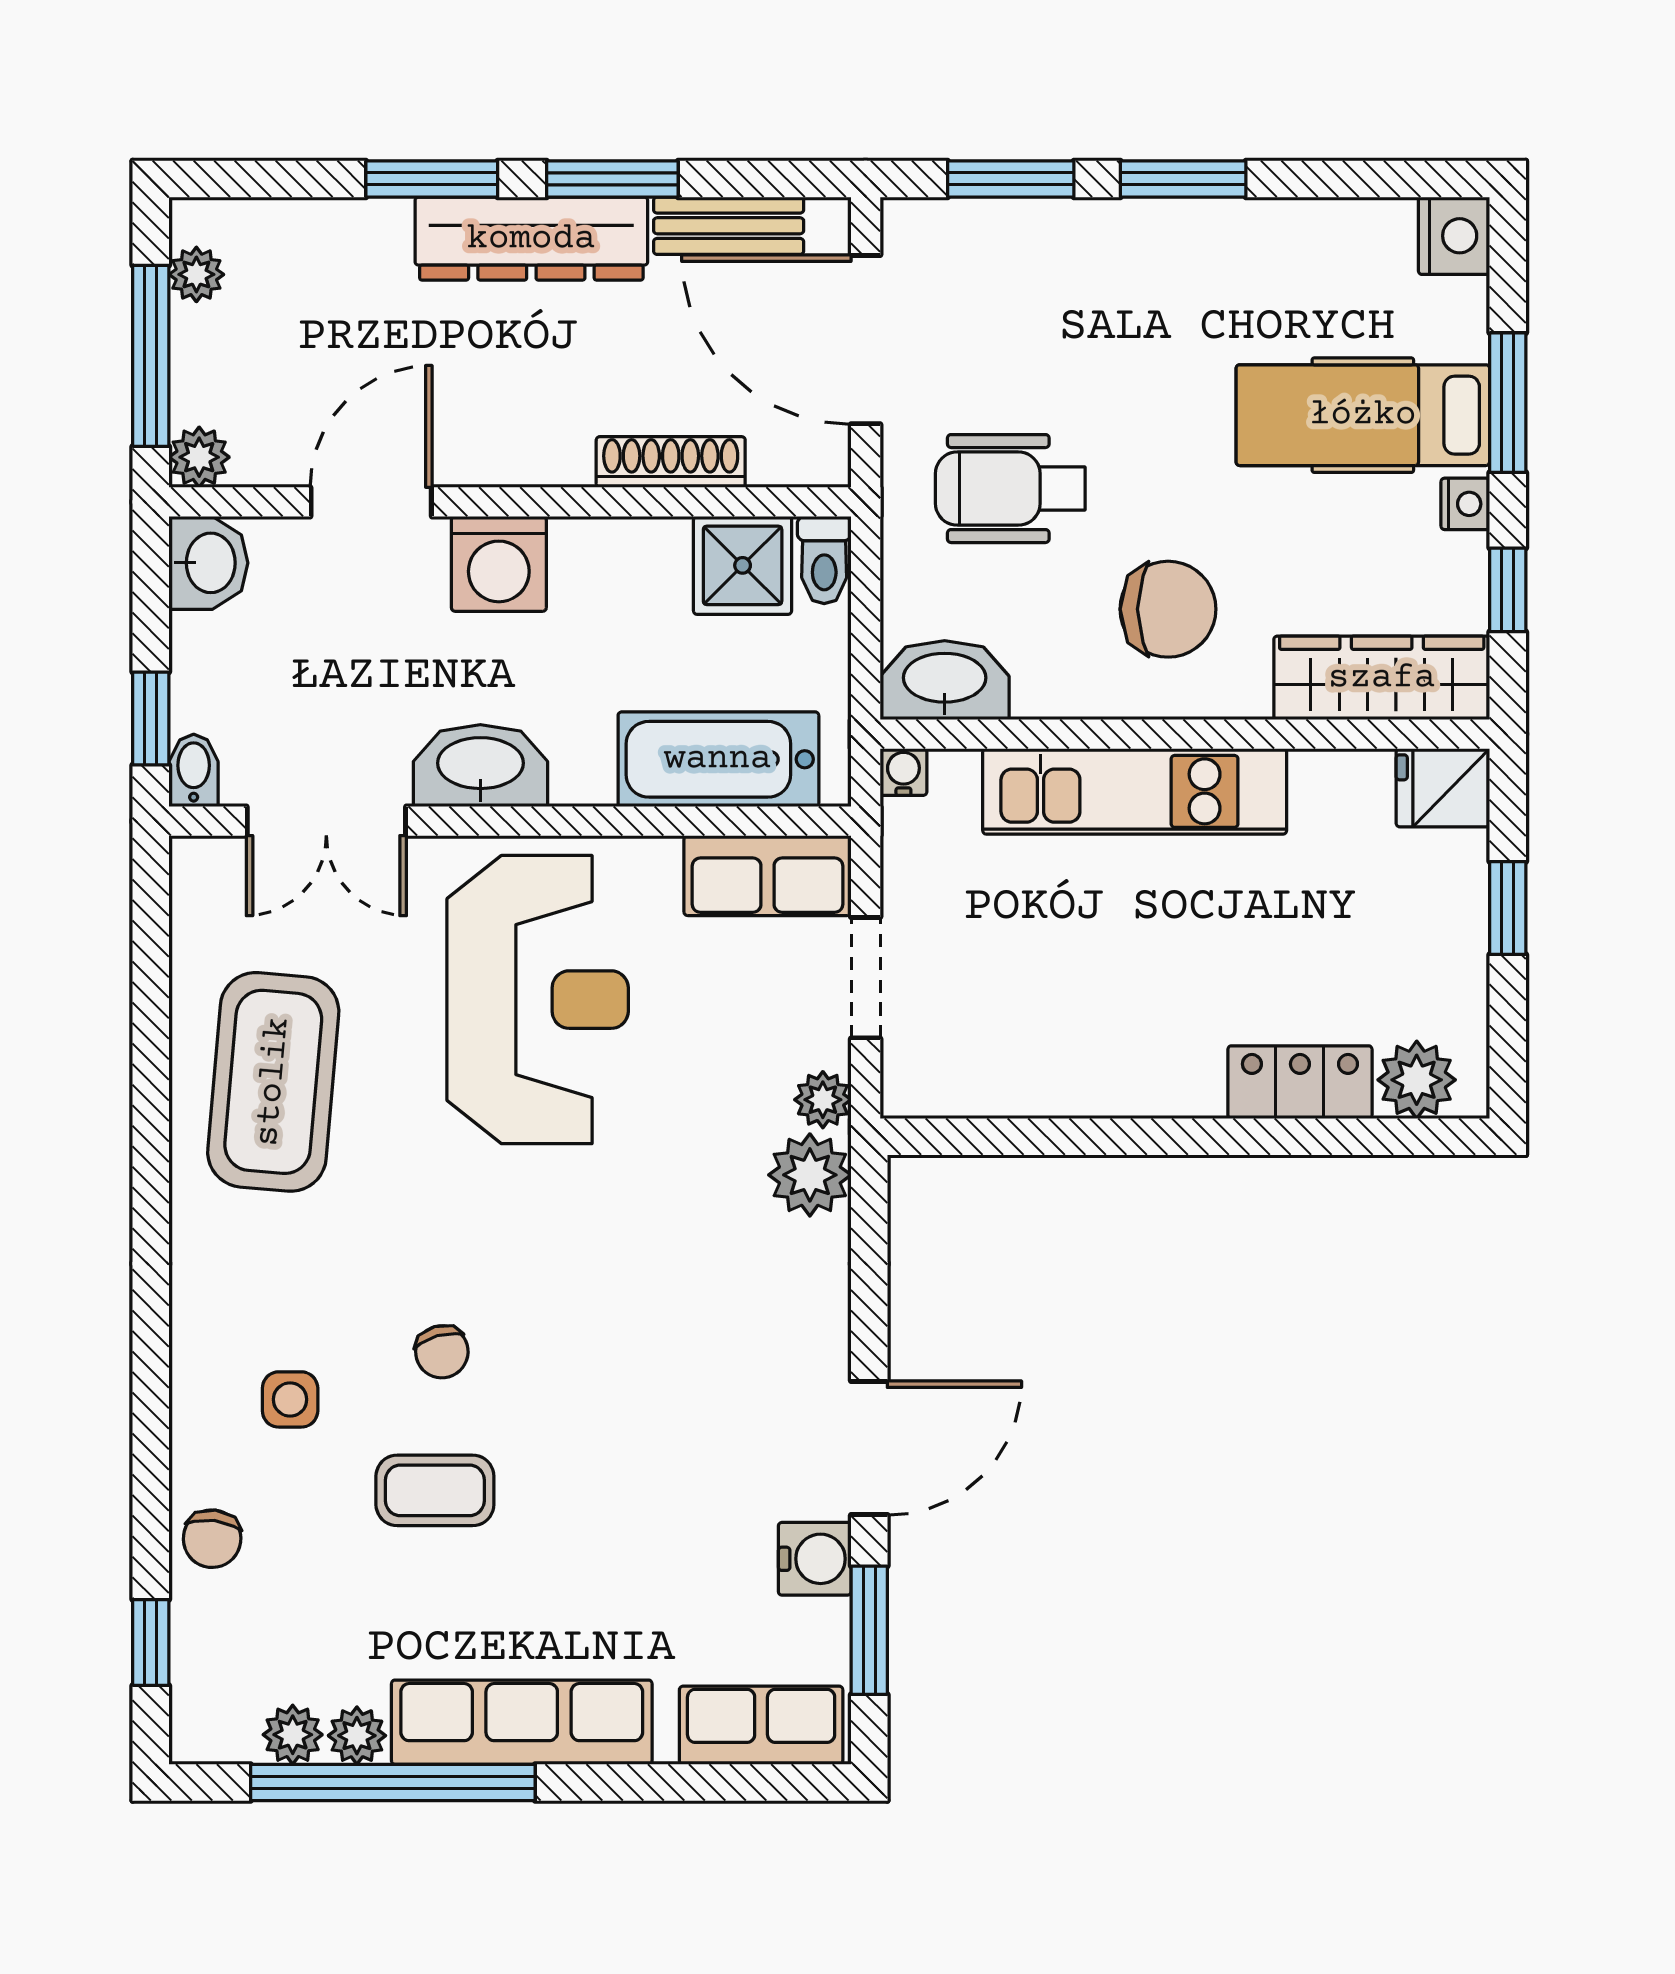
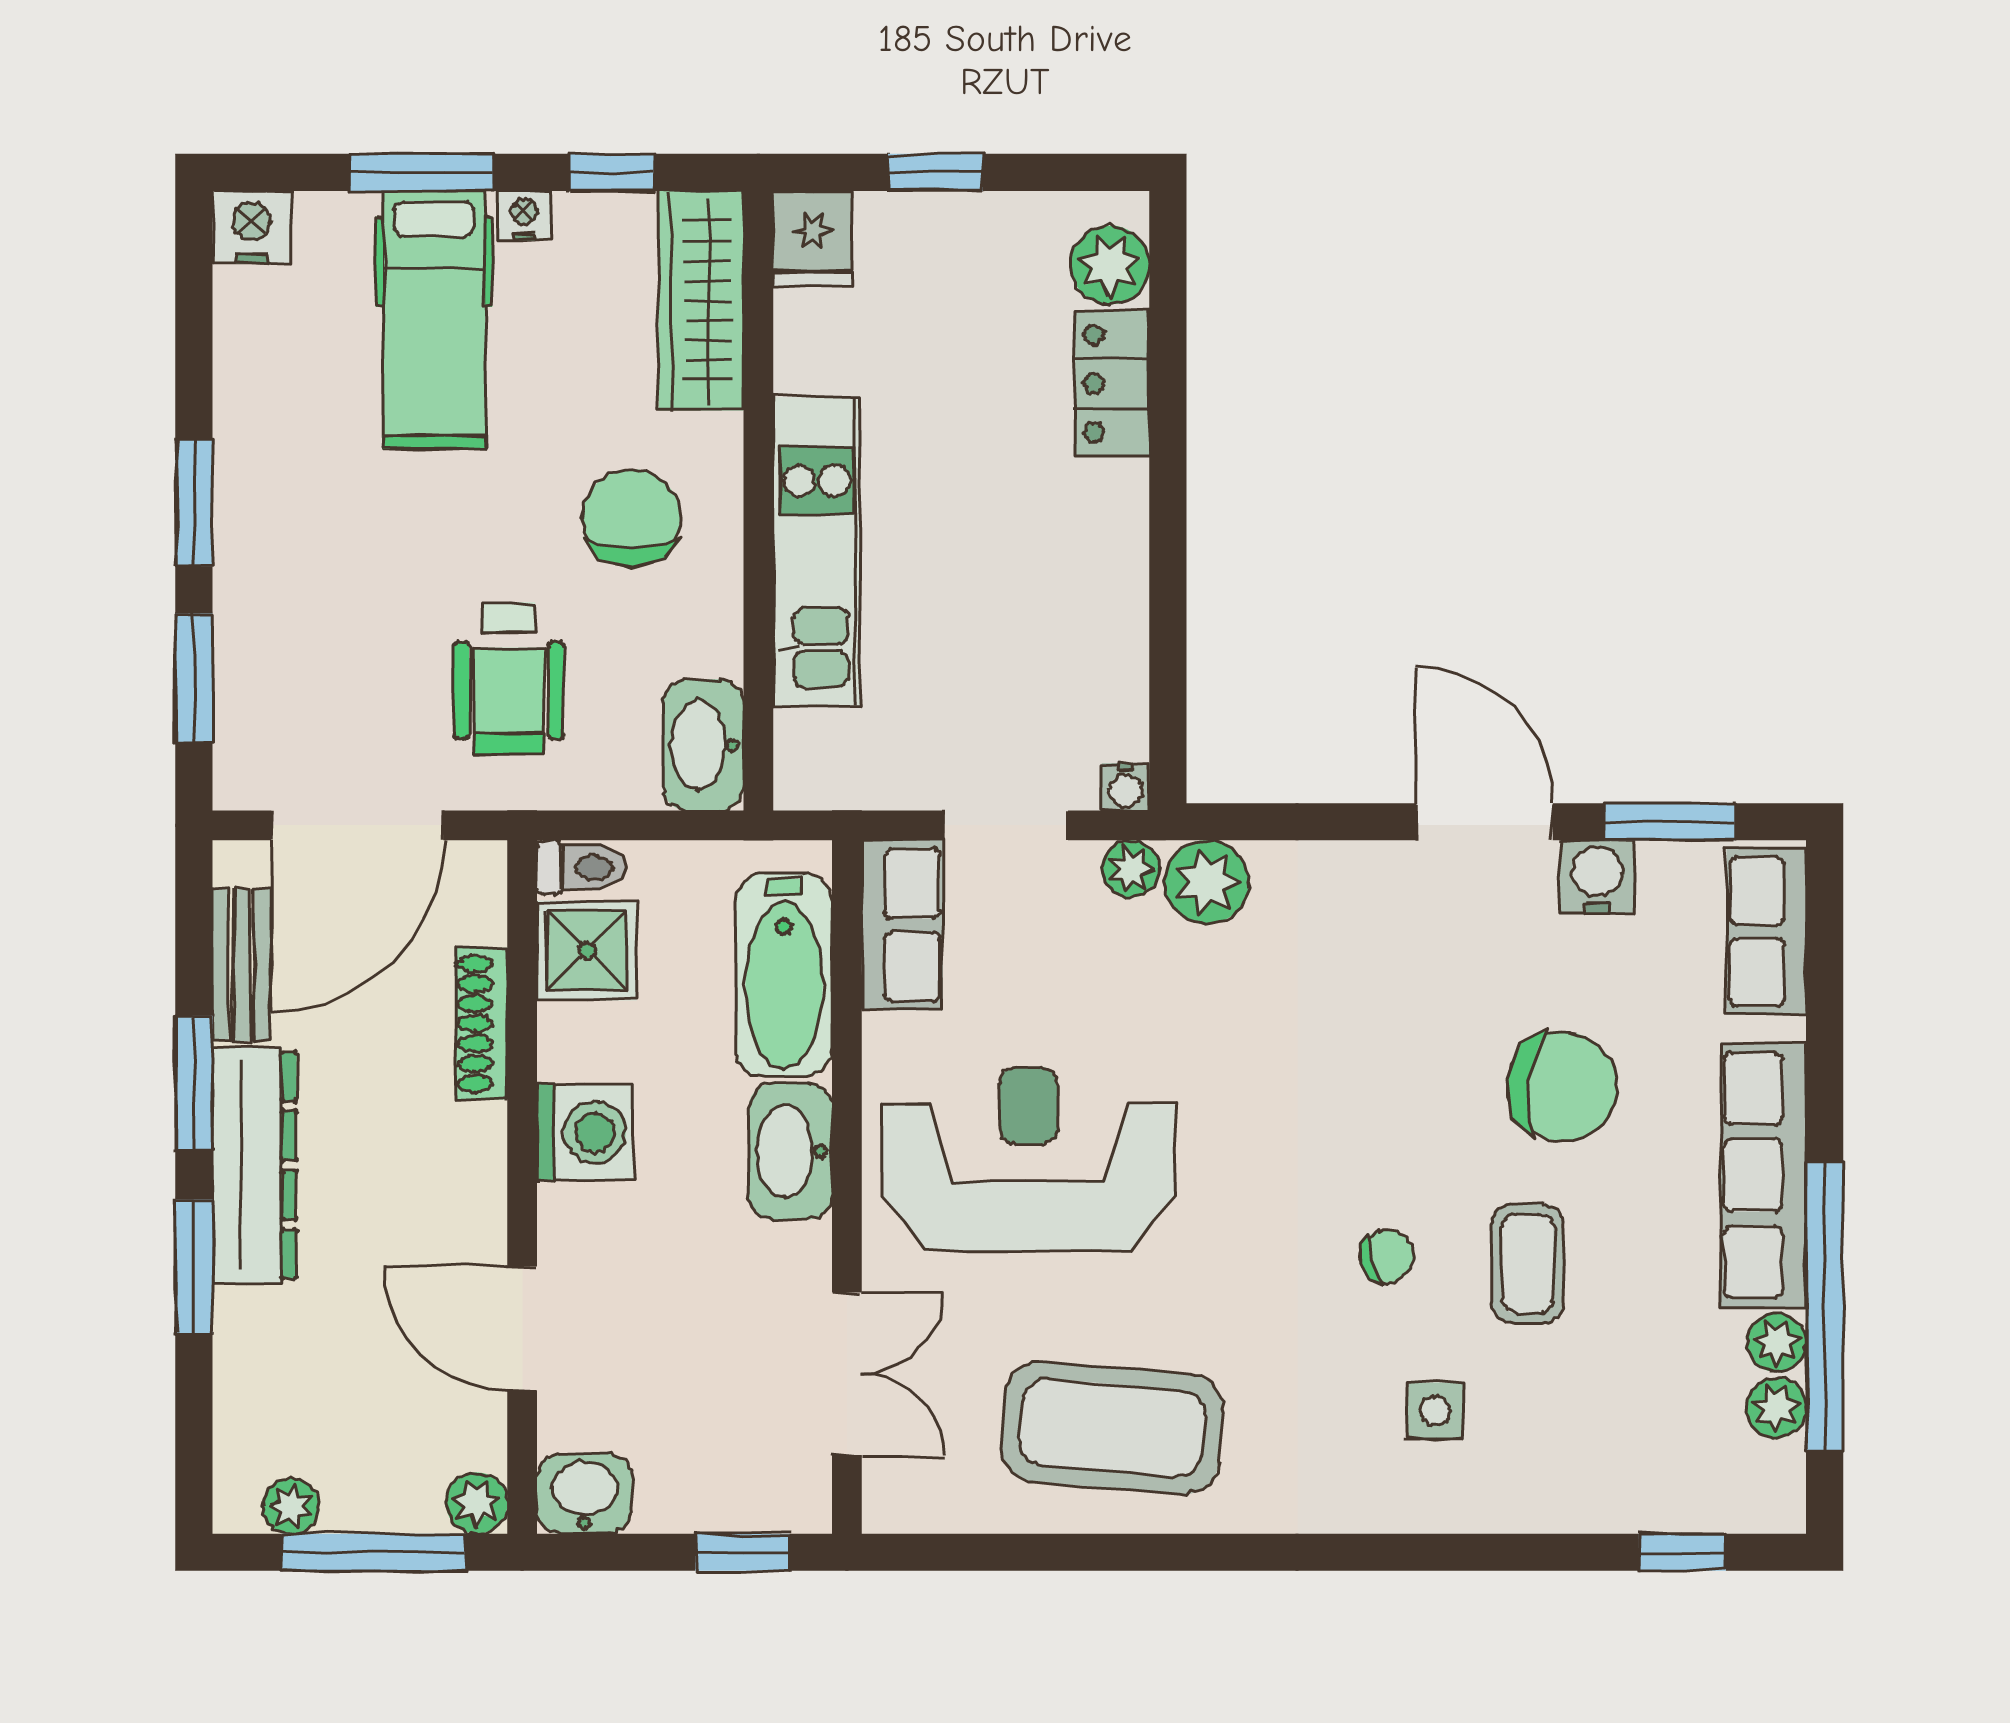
washing machine: (499, 564) -> (585, 1132), moved
washbasin: (480, 766) -> (790, 1151), moved
bidet: (194, 770) -> (795, 1509), removed
water cooler: (903, 772) -> (1126, 787), moved, turned -90
chair: (212, 1539) -> (1562, 1086), moved, width x1.87, depth x1.87

